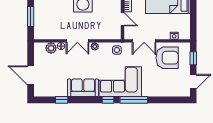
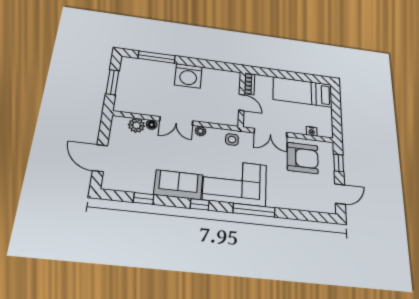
window: (108, 100) -> (200, 204), moved

